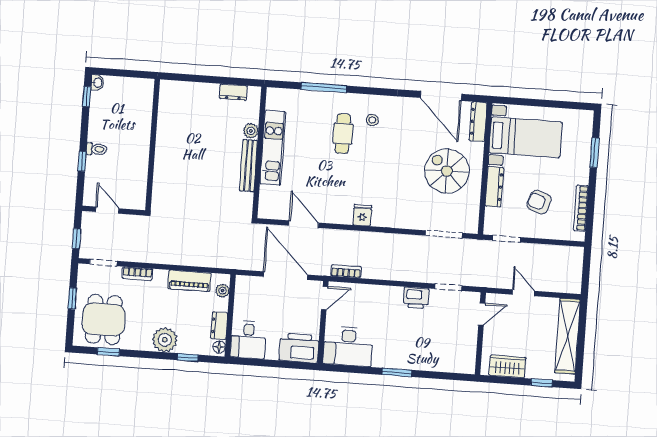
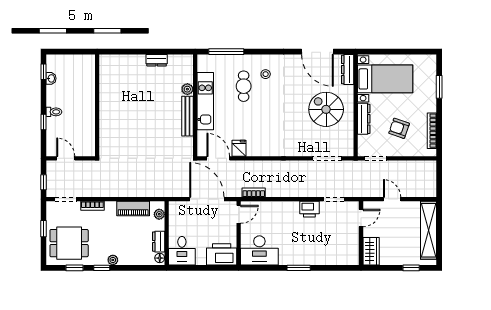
washbasin: (97, 83) -> (51, 78), moved
plant: (251, 131) -> (187, 89), moved
kitchen unit: (273, 148) -> (205, 101), moved
wall: (259, 152) -> (195, 105), moved
bench: (249, 166) -> (187, 116), moved
fridge: (362, 215) -> (239, 148), moved
dining table: (104, 319) -> (69, 243), turned 90
plant: (165, 340) -> (113, 260), width x0.53, depth x0.53
window: (188, 357) -> (102, 268), moved
wardrobe: (507, 366) -> (371, 251), moved, turned 90

